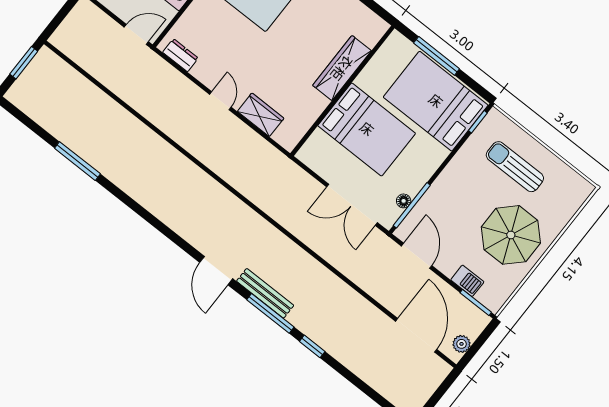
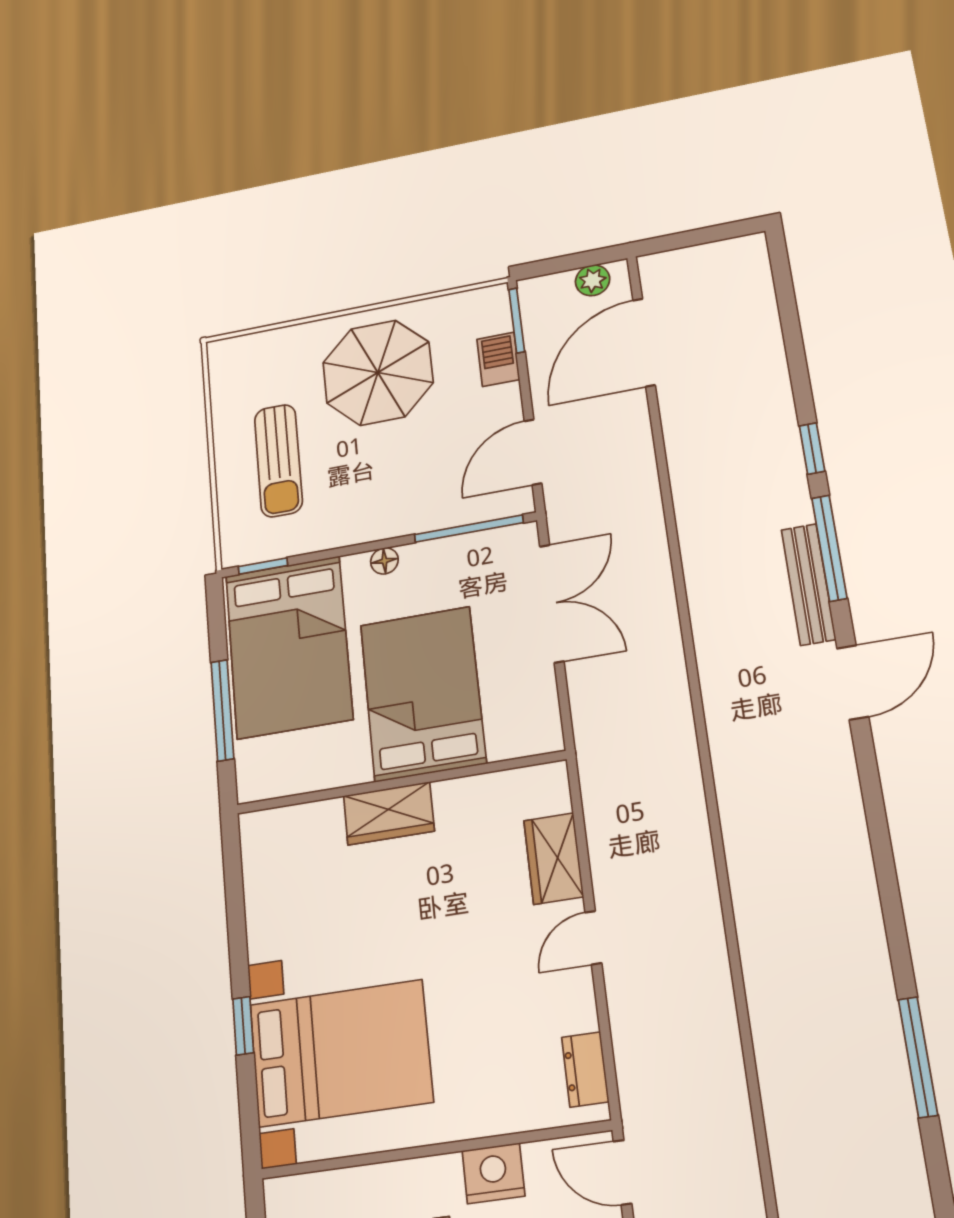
wardrobe: (342, 68) -> (389, 813), width x0.67
floor lamp: (404, 201) -> (384, 561), moved

